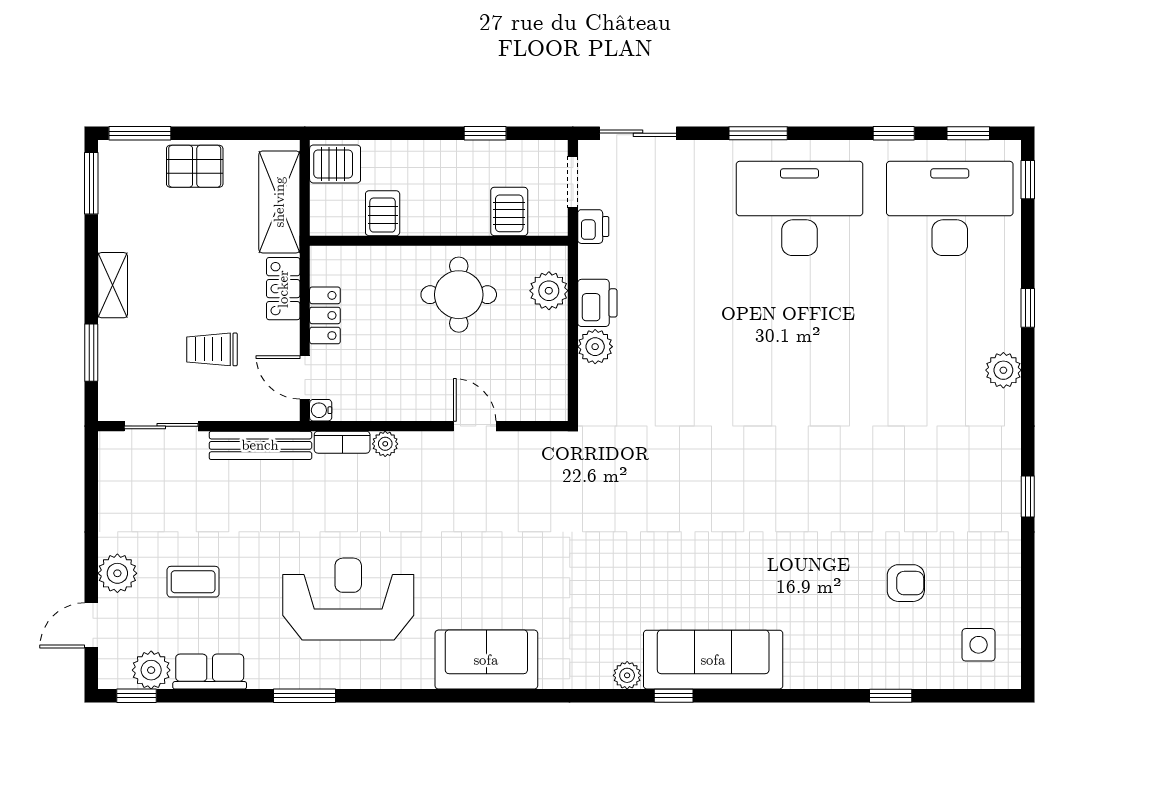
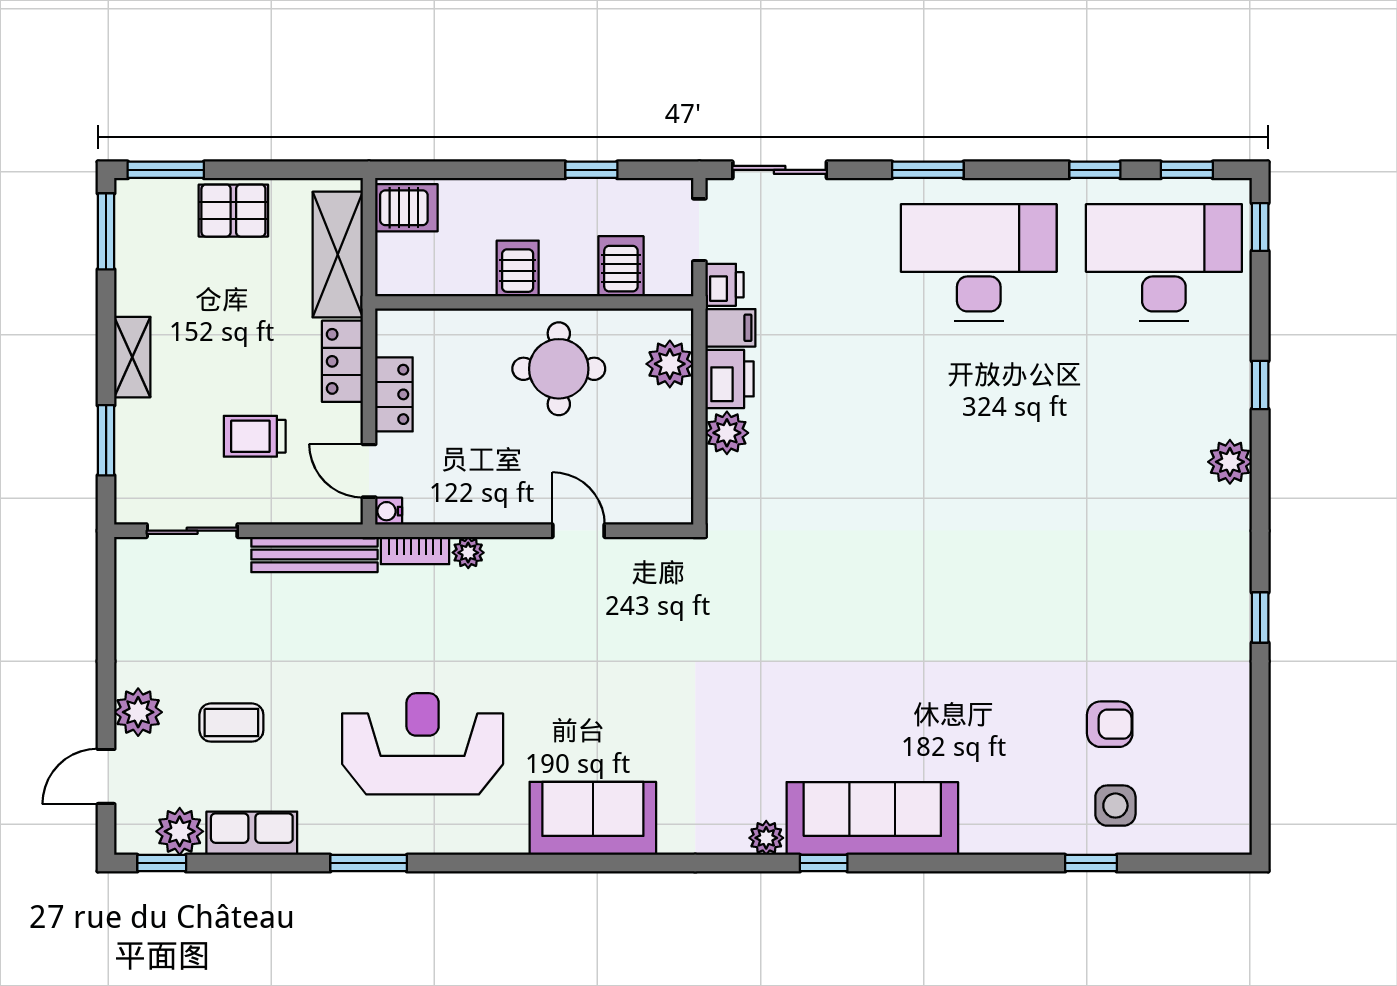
server rack: (383, 213) -> (518, 268), moved
filing cabinet: (598, 261) -> (730, 328), added
side table: (979, 645) -> (1115, 806), moved

